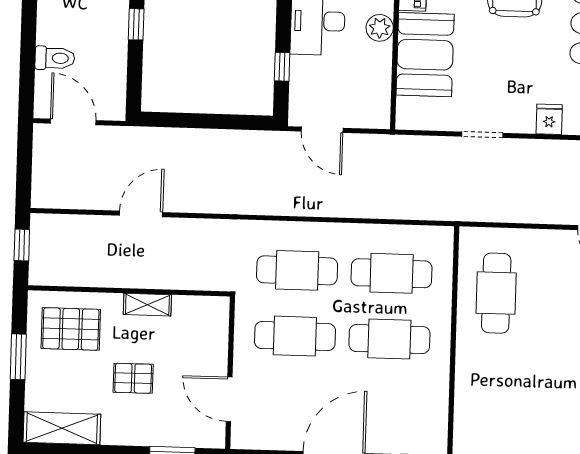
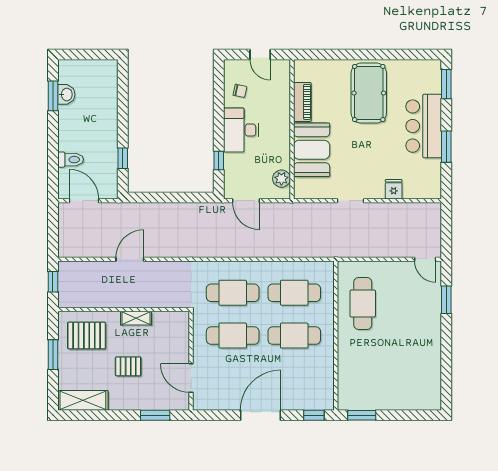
window: (136, 24) -> (123, 158), moved
plant: (380, 28) -> (281, 179), moved

